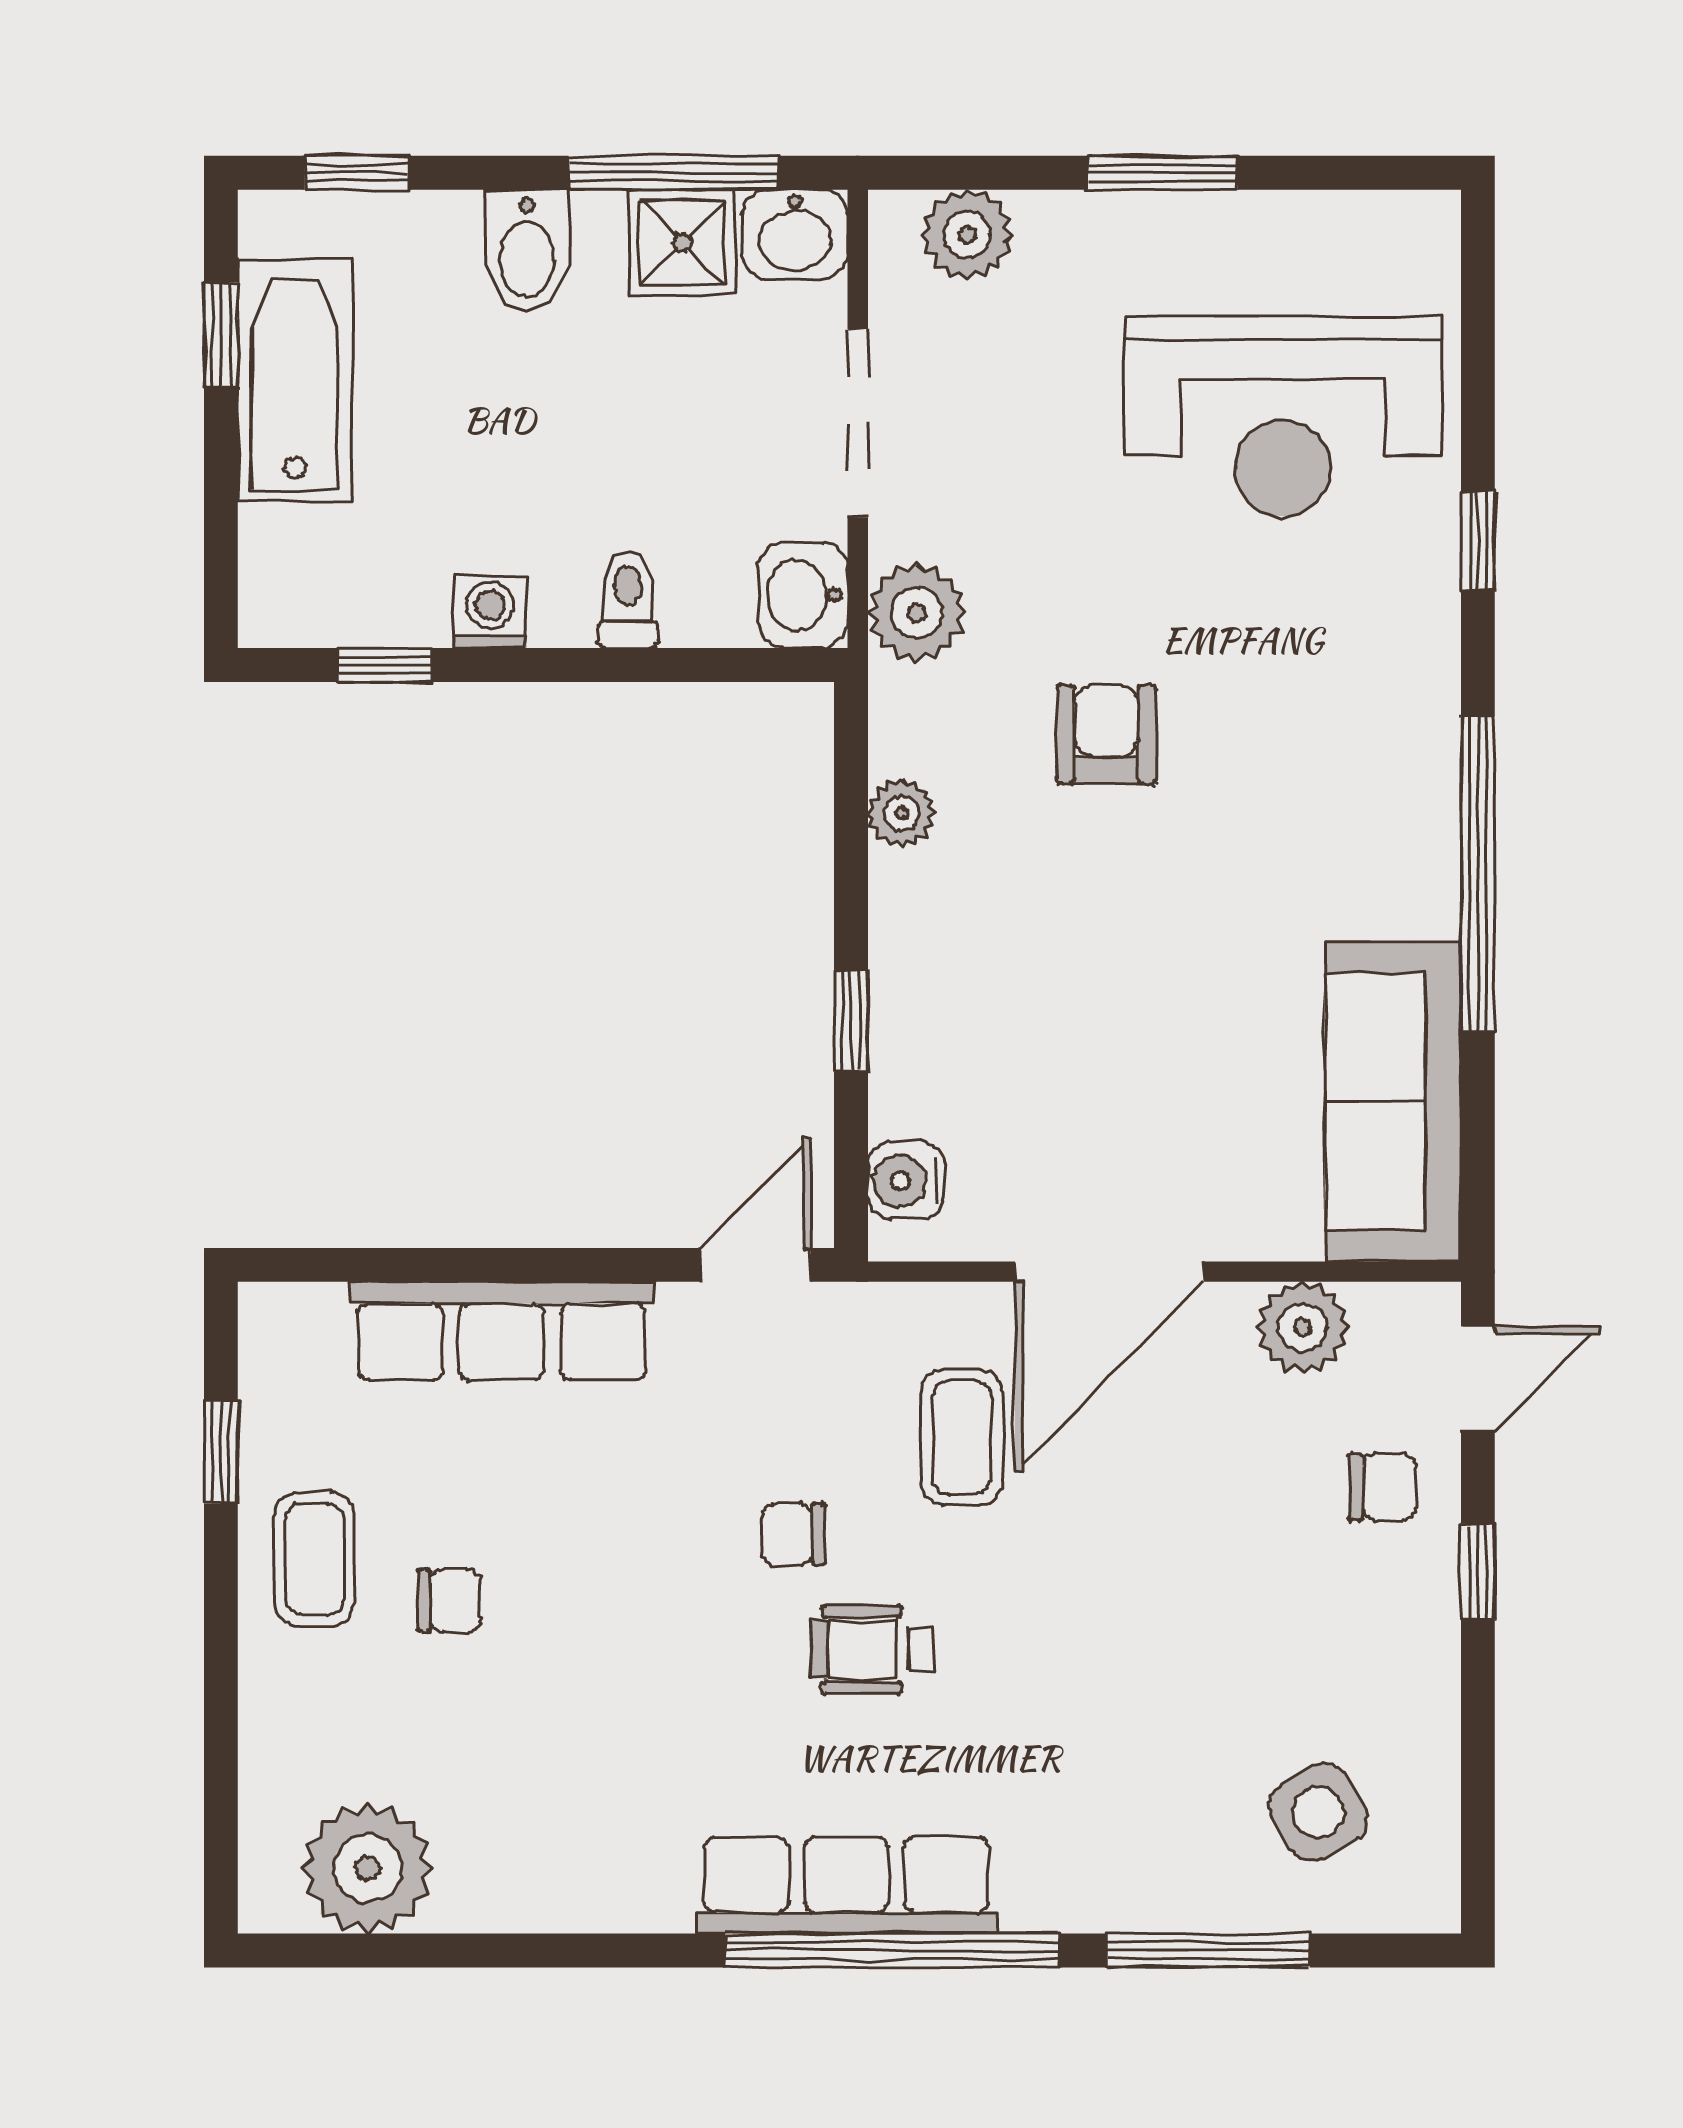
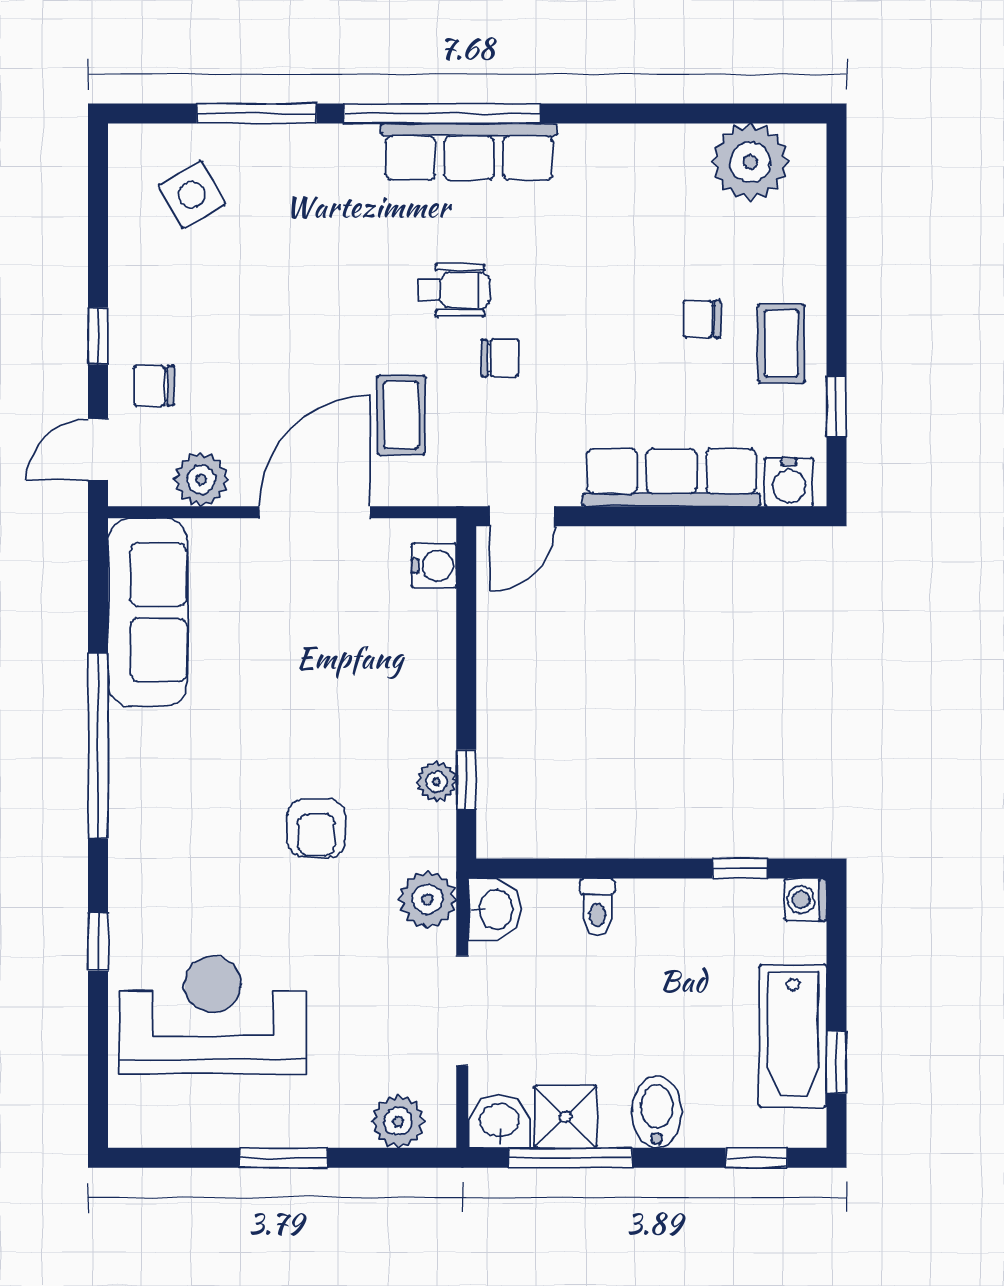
washing machine: (490, 612) -> (805, 900), moved, turned 90
window: (851, 1021) -> (466, 780), moved
water cooler: (302, 1323) -> (789, 482), added

